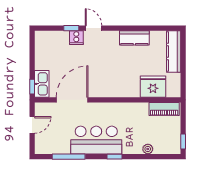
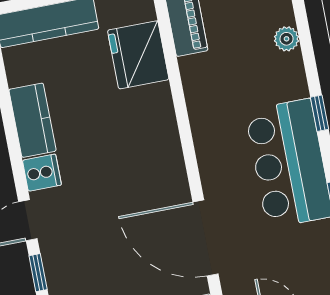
cooker: (76, 38) -> (42, 173), moved

